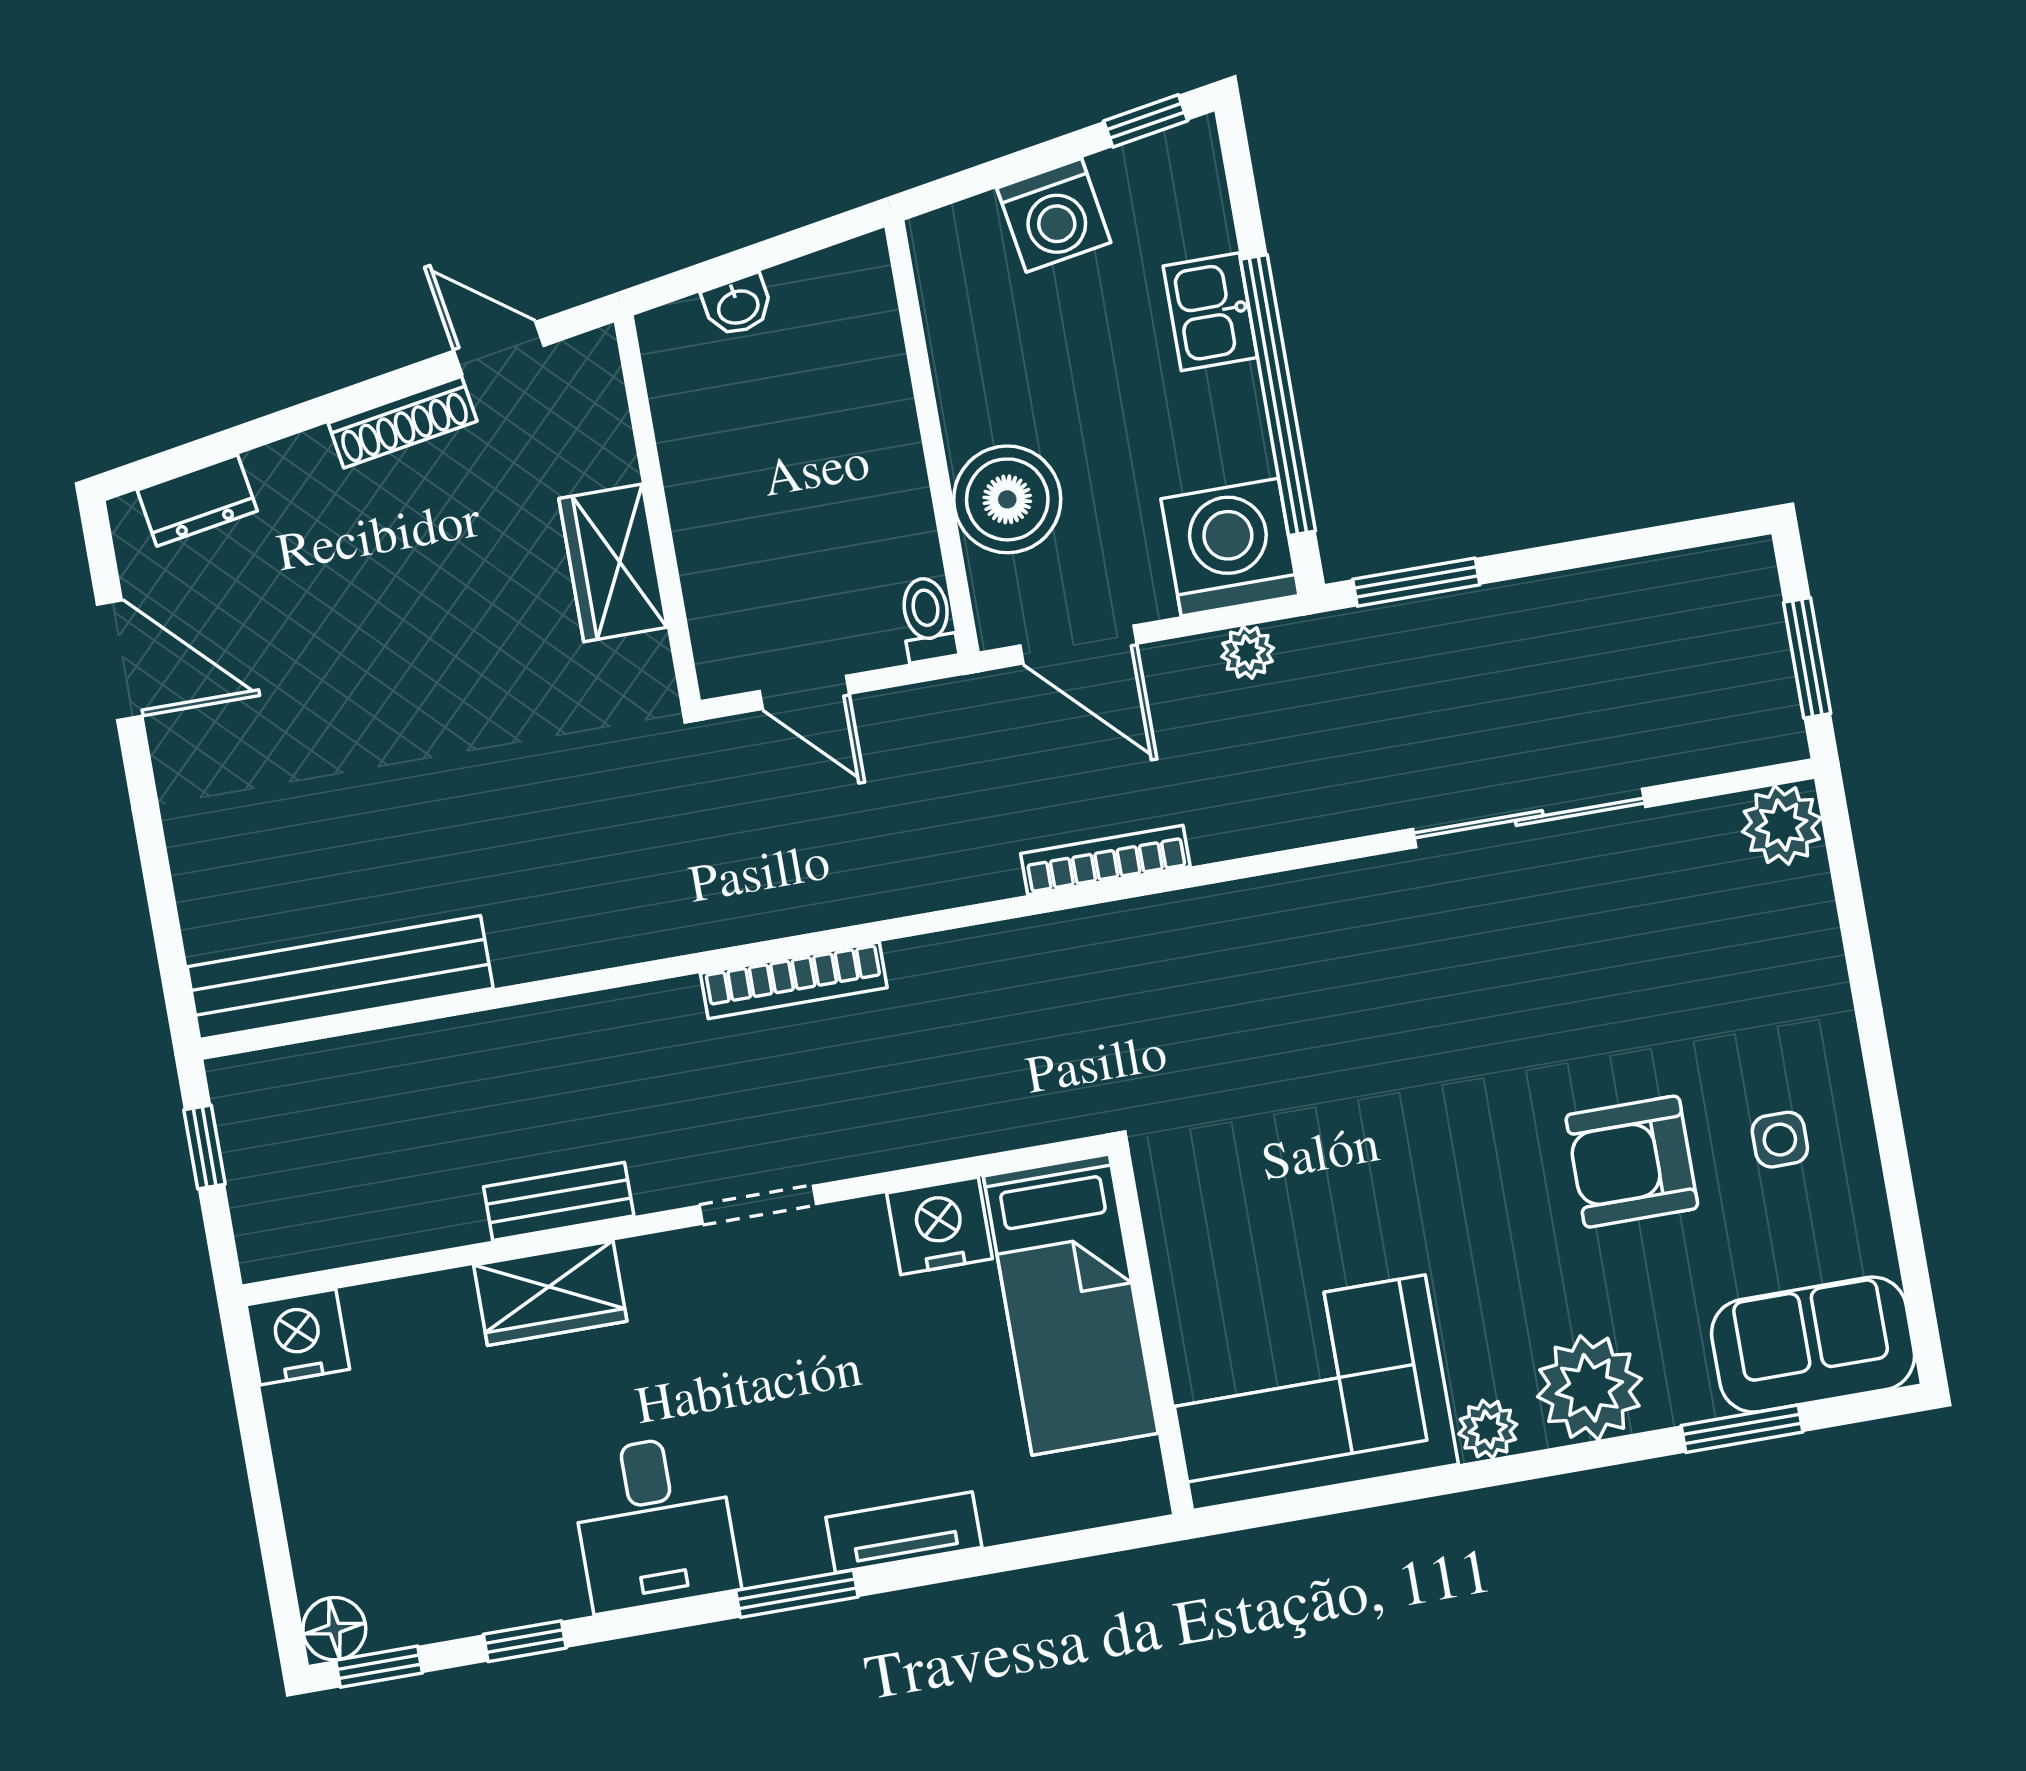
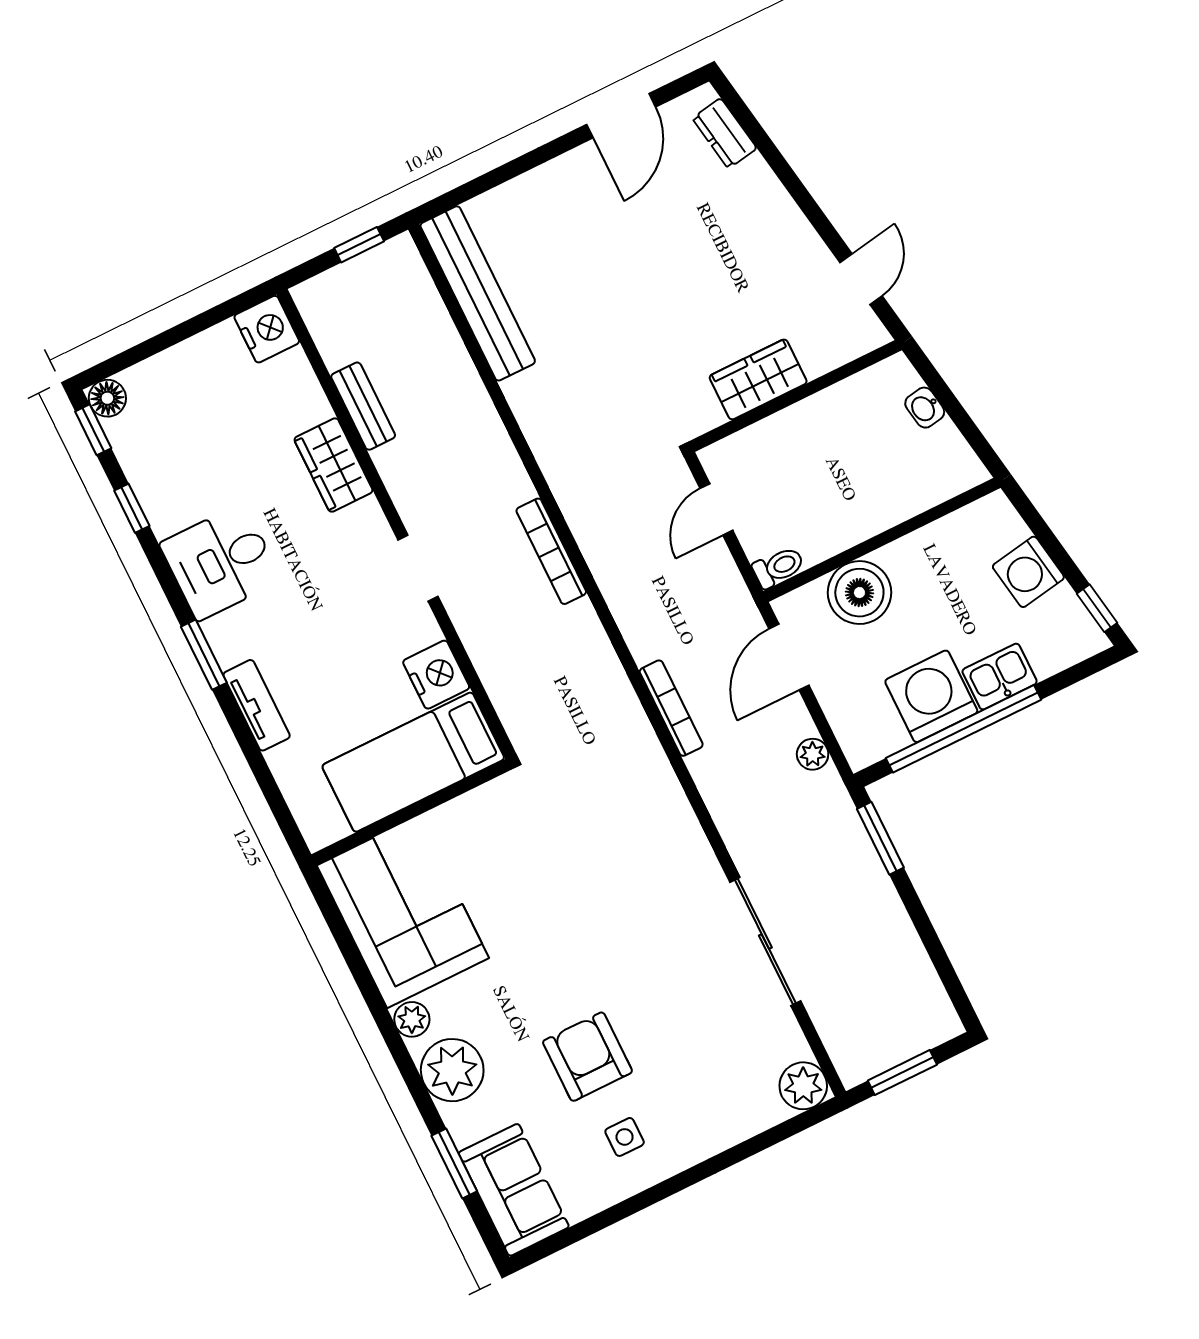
shoe rack: (403, 422) -> (803, 237), removed
washing machine: (1230, 547) -> (931, 696), moved, turned -90
bench: (559, 1201) -> (363, 406), moved

